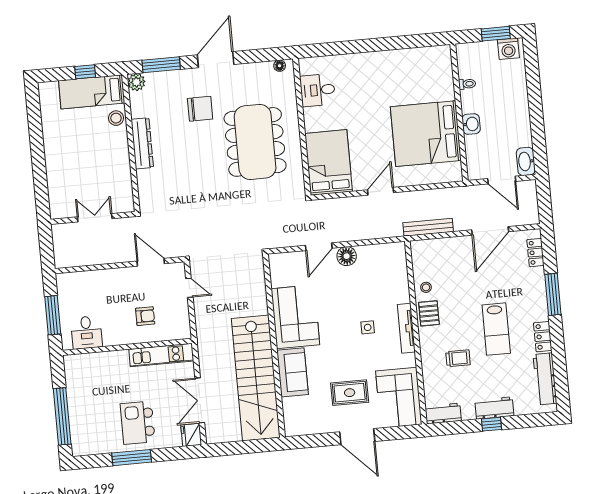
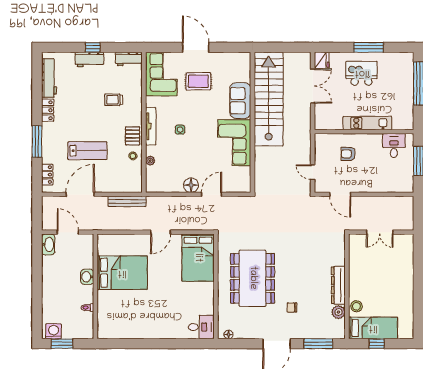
plant: (136, 82) -> (338, 312), moved
desk: (318, 90) -> (201, 327), moved
chair: (200, 109) -> (292, 307), width x0.54, depth x0.54
bed: (426, 134) -> (122, 273), width x0.73
plant: (403, 283) -> (150, 161), added
lab bench: (496, 329) -> (87, 151), moved, turned 90
kitchen unit: (161, 355) -> (367, 123), moved
kitchen island: (138, 423) -> (362, 73), turned -90

